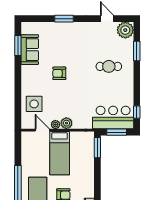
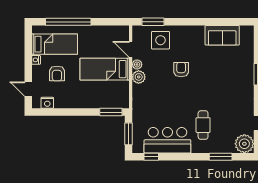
window: (18, 45) -> (153, 22), moved
armchair: (59, 73) -> (181, 70), moved
bar counter: (113, 118) -> (167, 140), moved, turned -90
door: (42, 130) -> (131, 49), swing flipped

